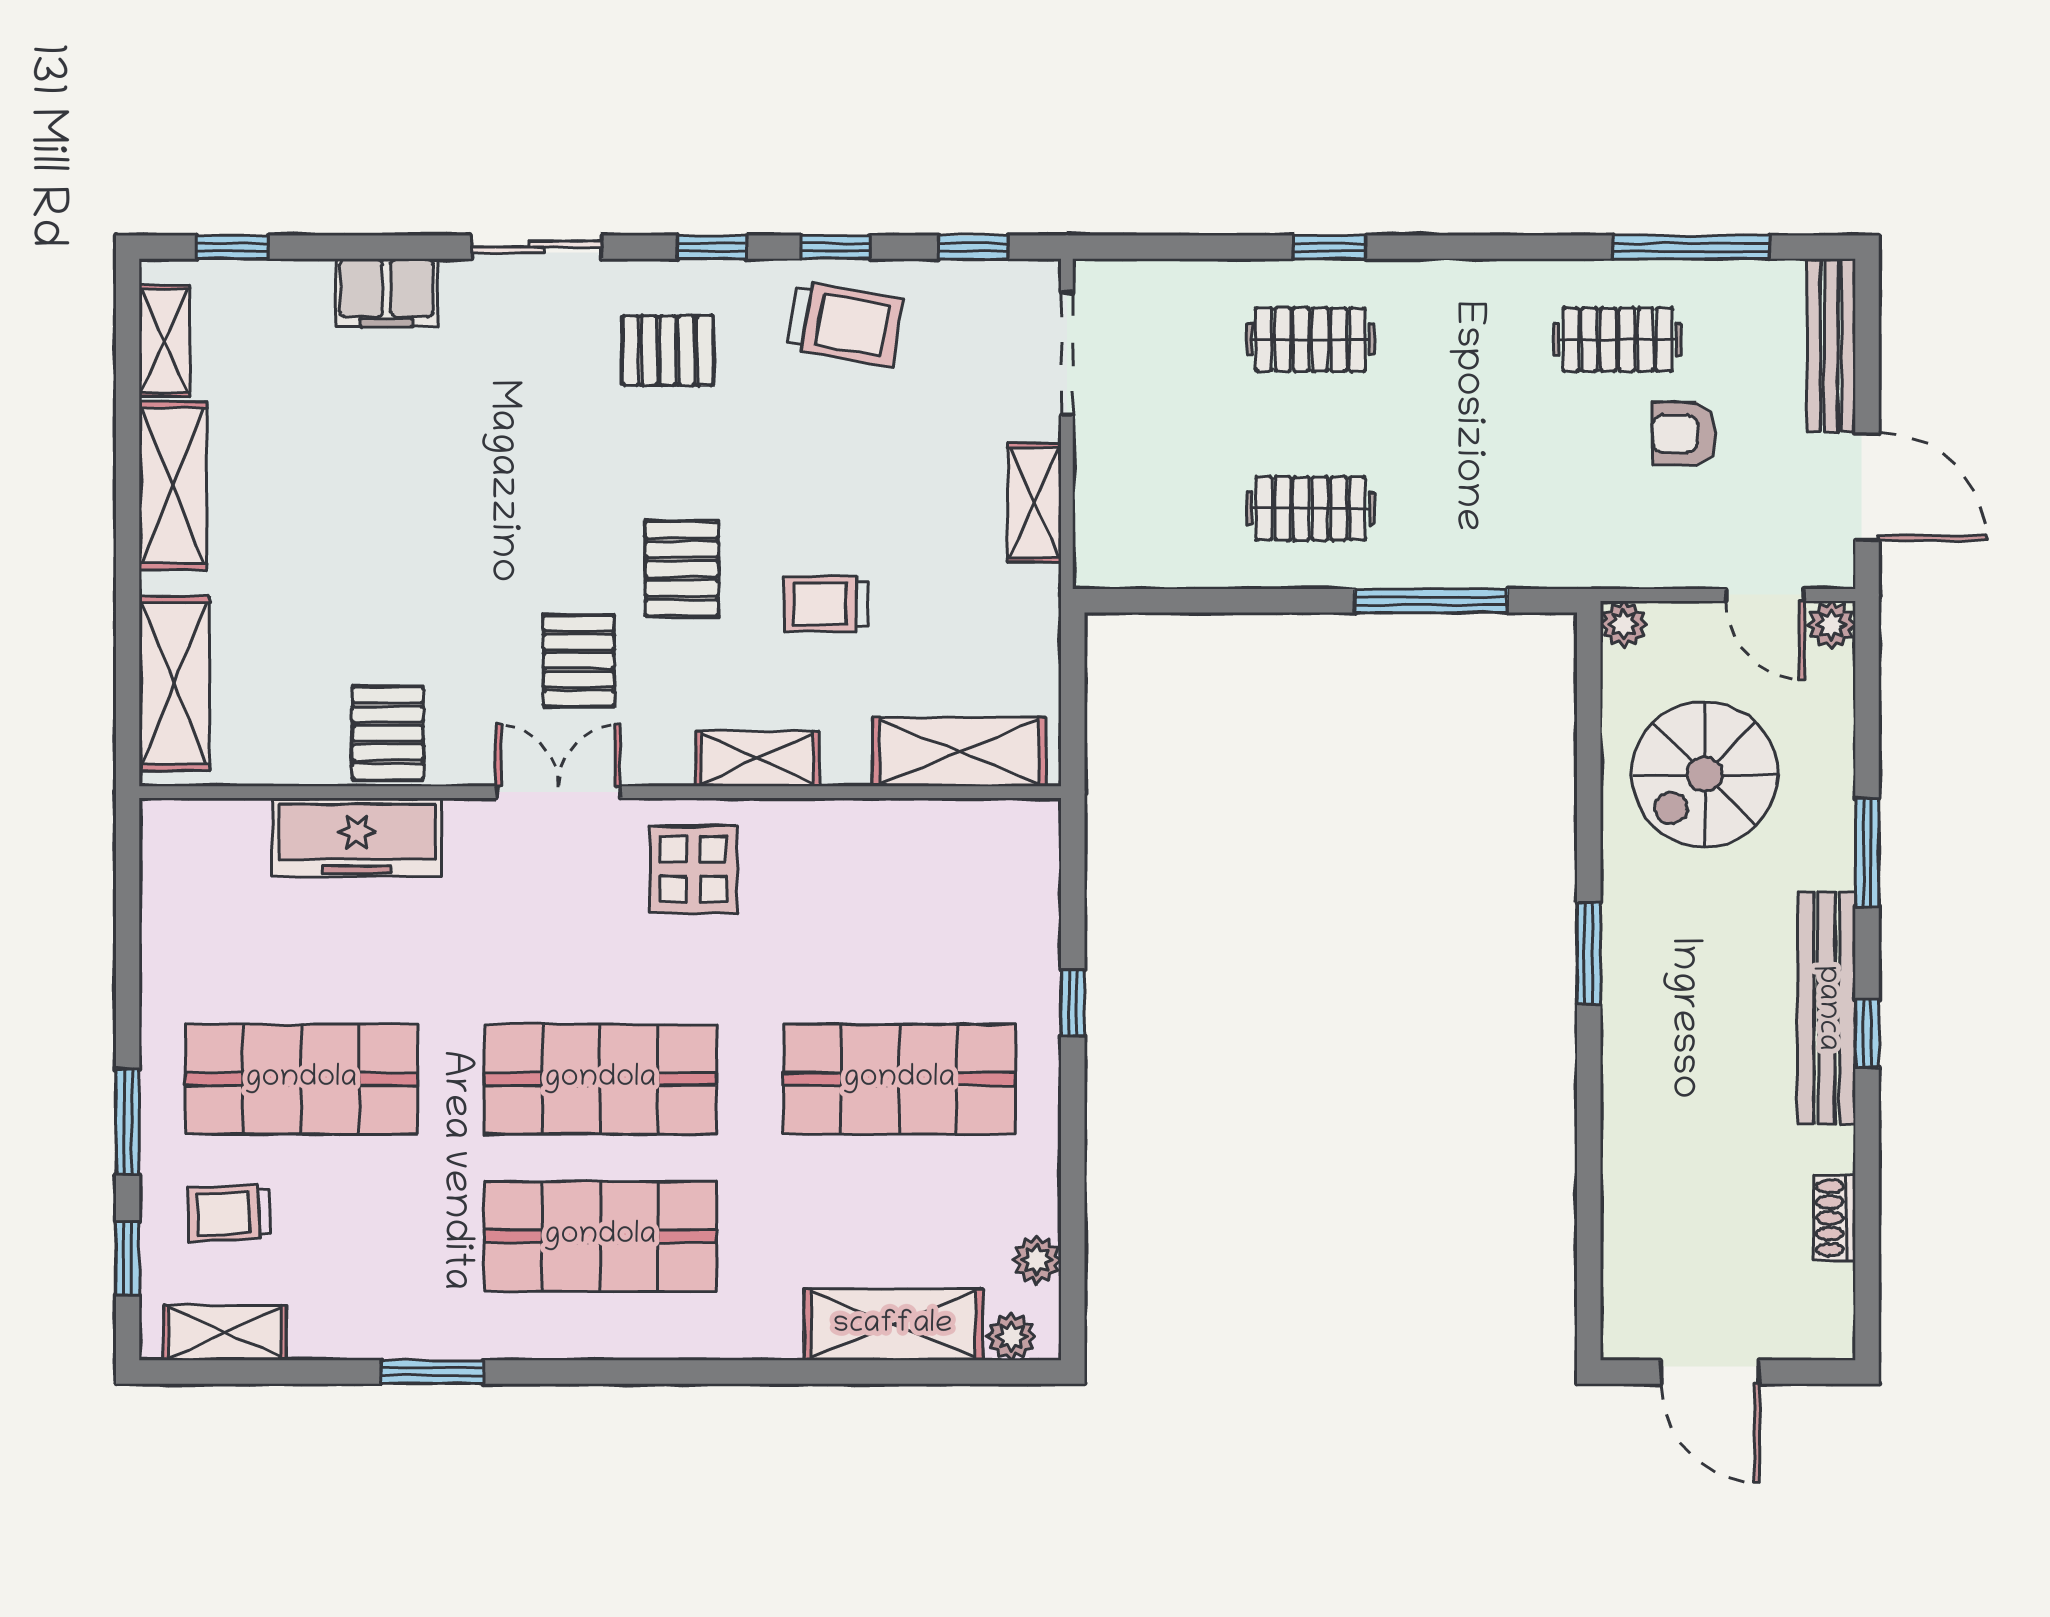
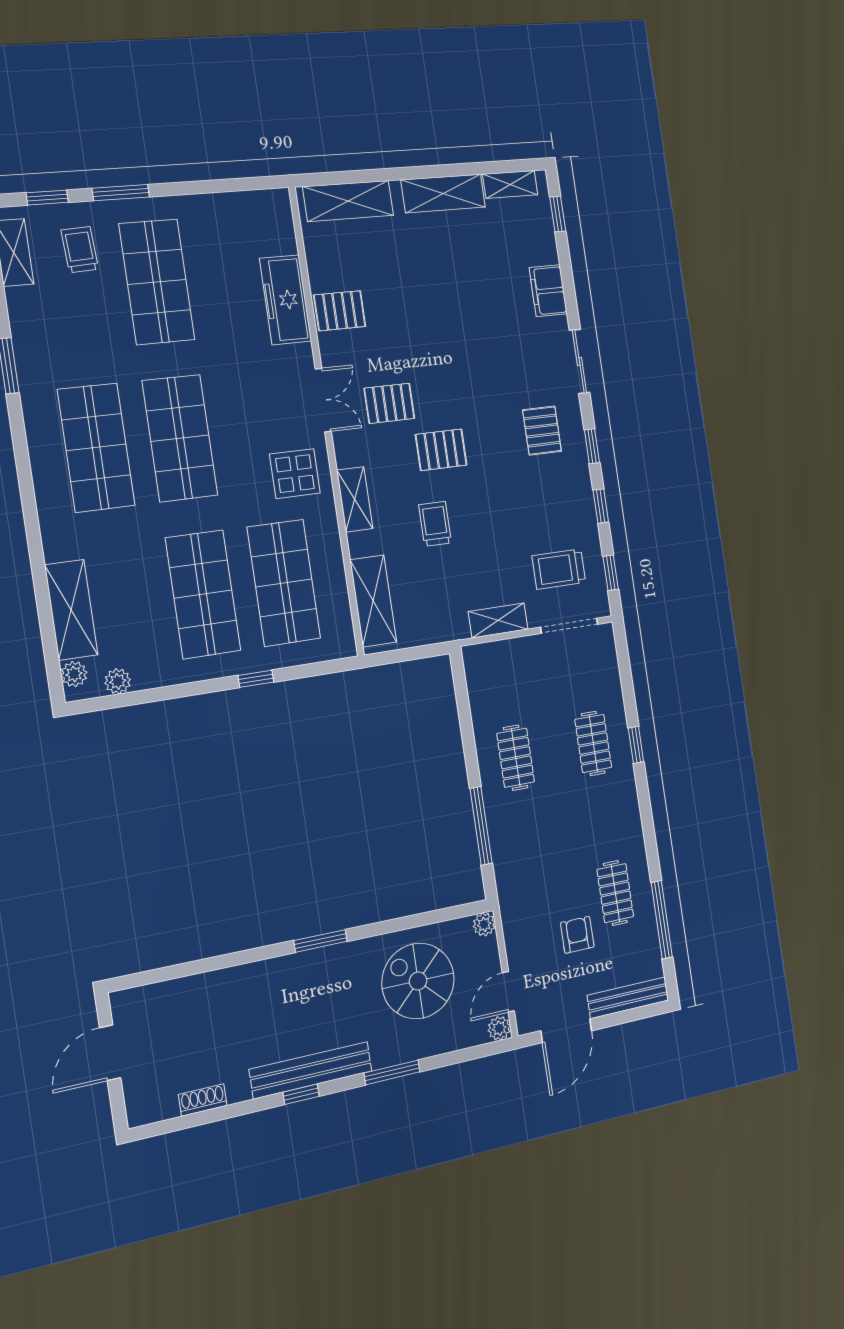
trolley: (845, 324) -> (559, 569), moved, turned 80
shop shelf: (899, 922) -> (284, 583), added

